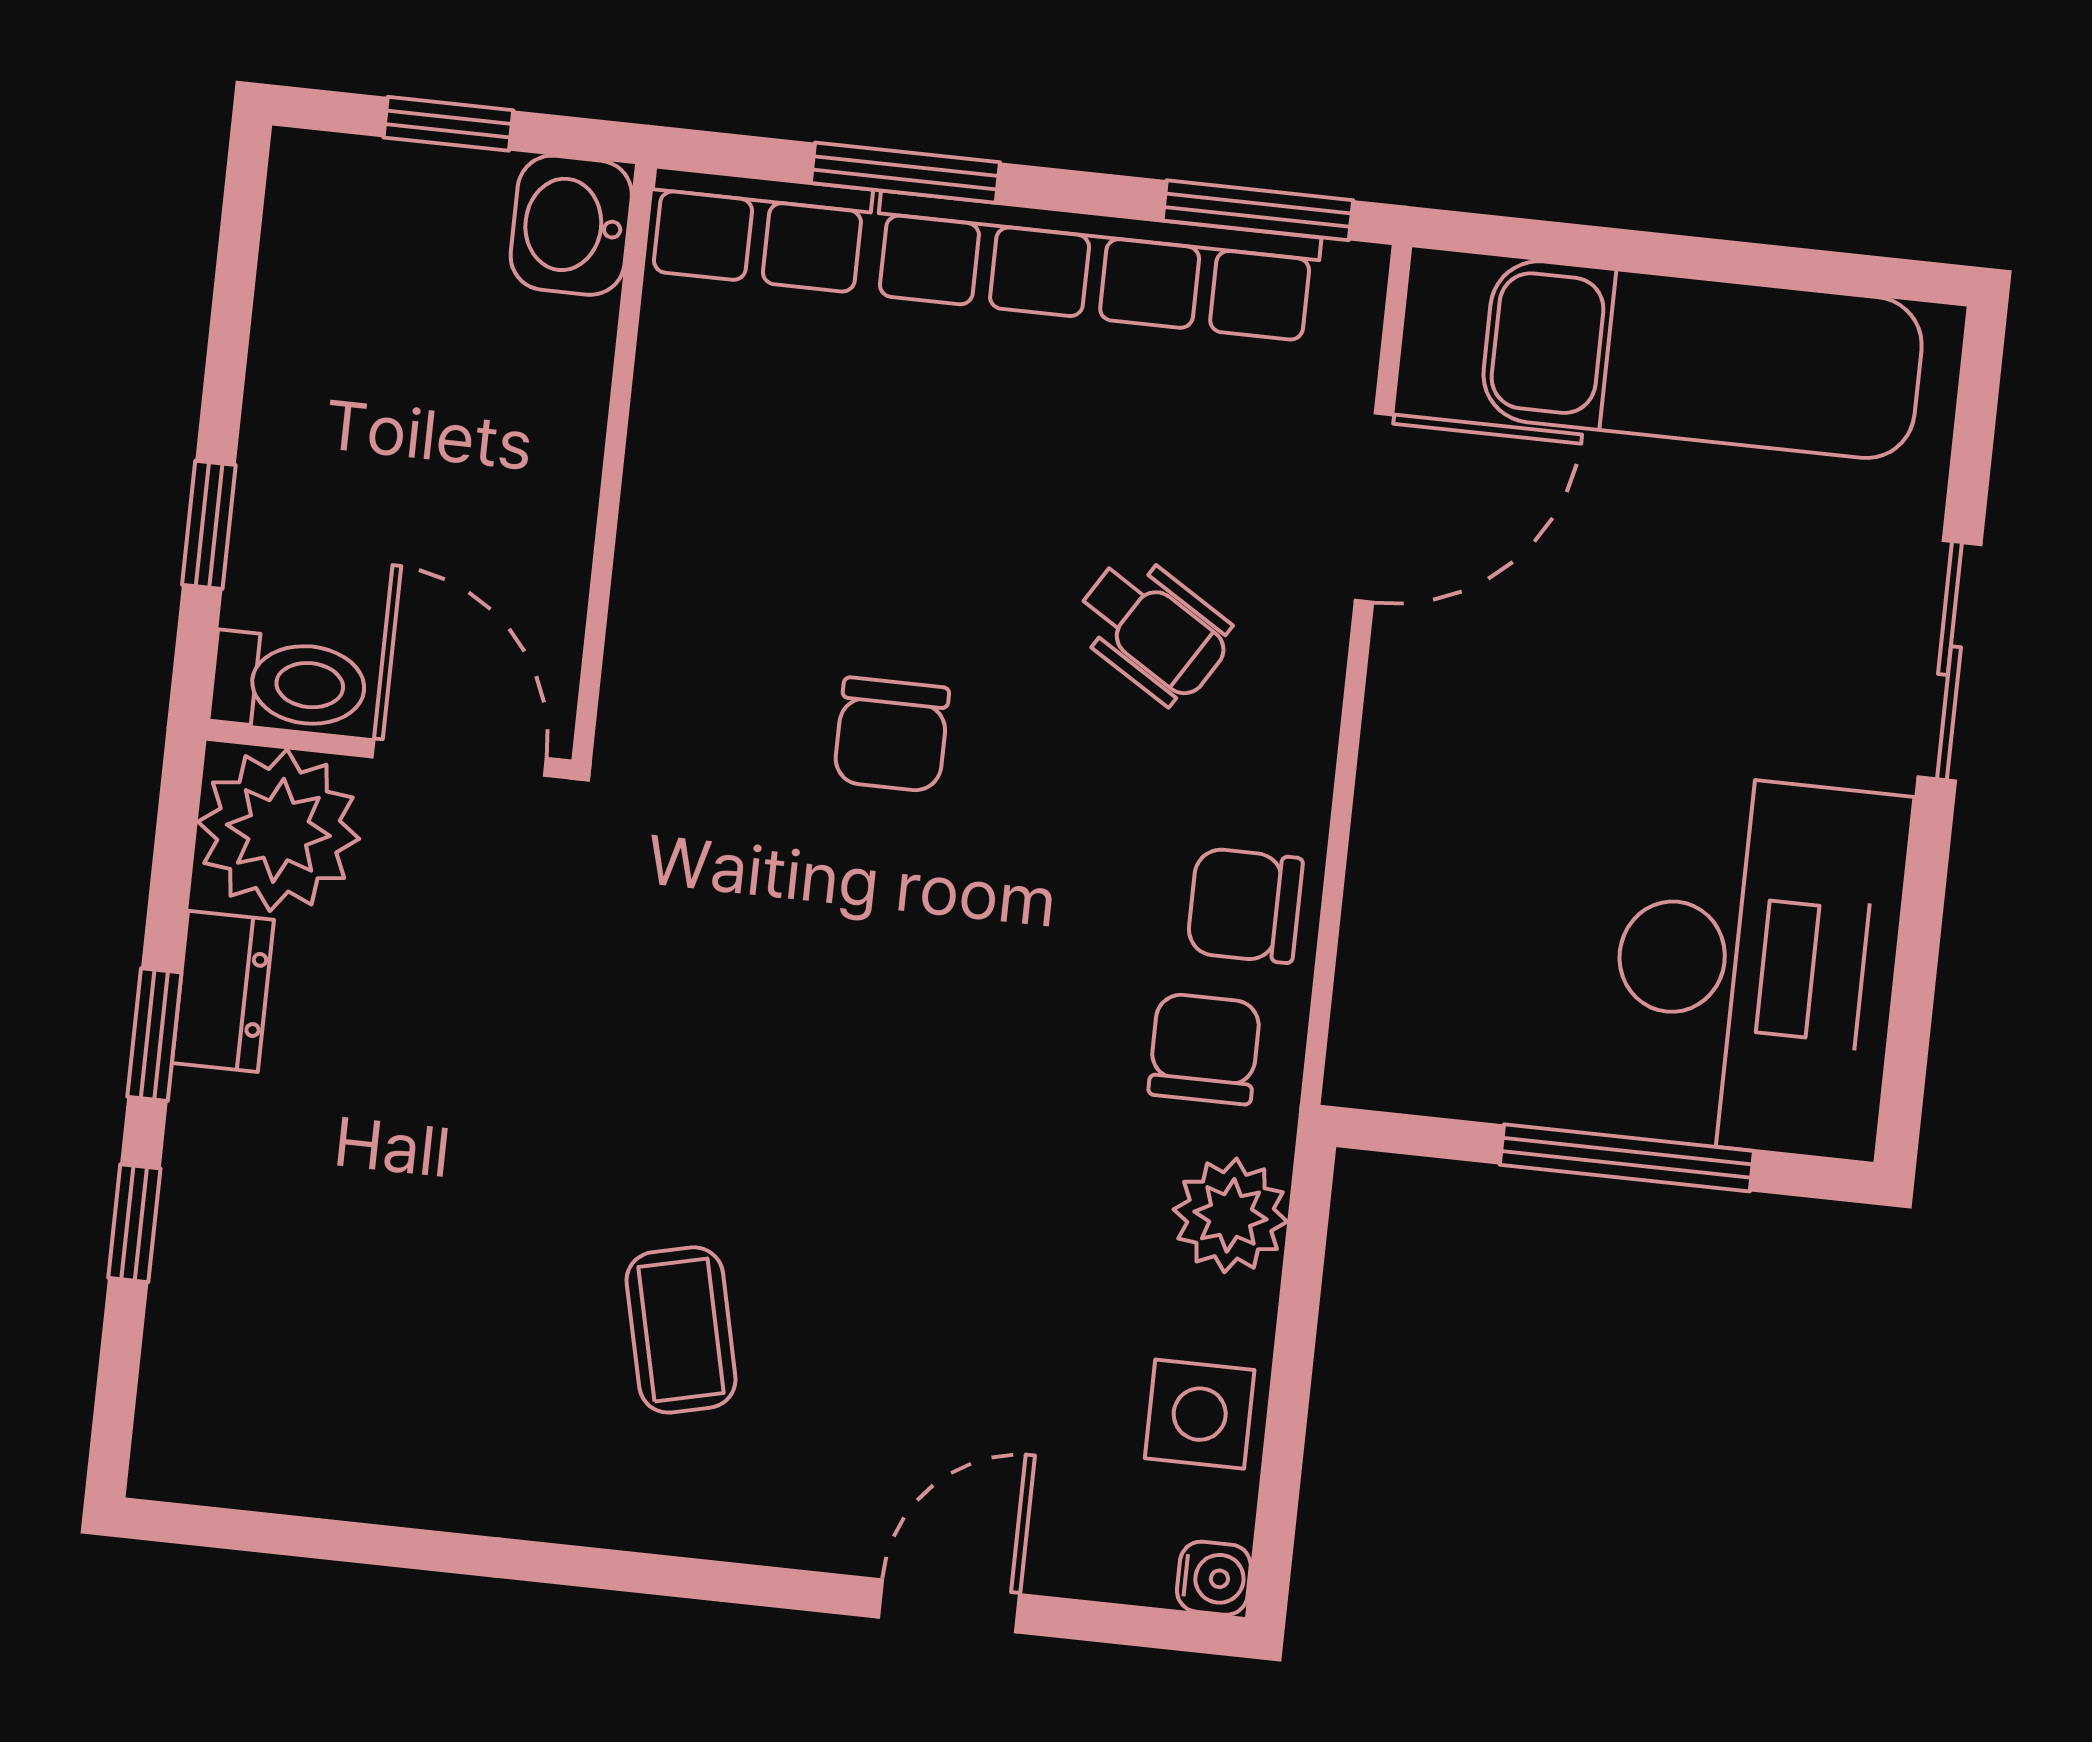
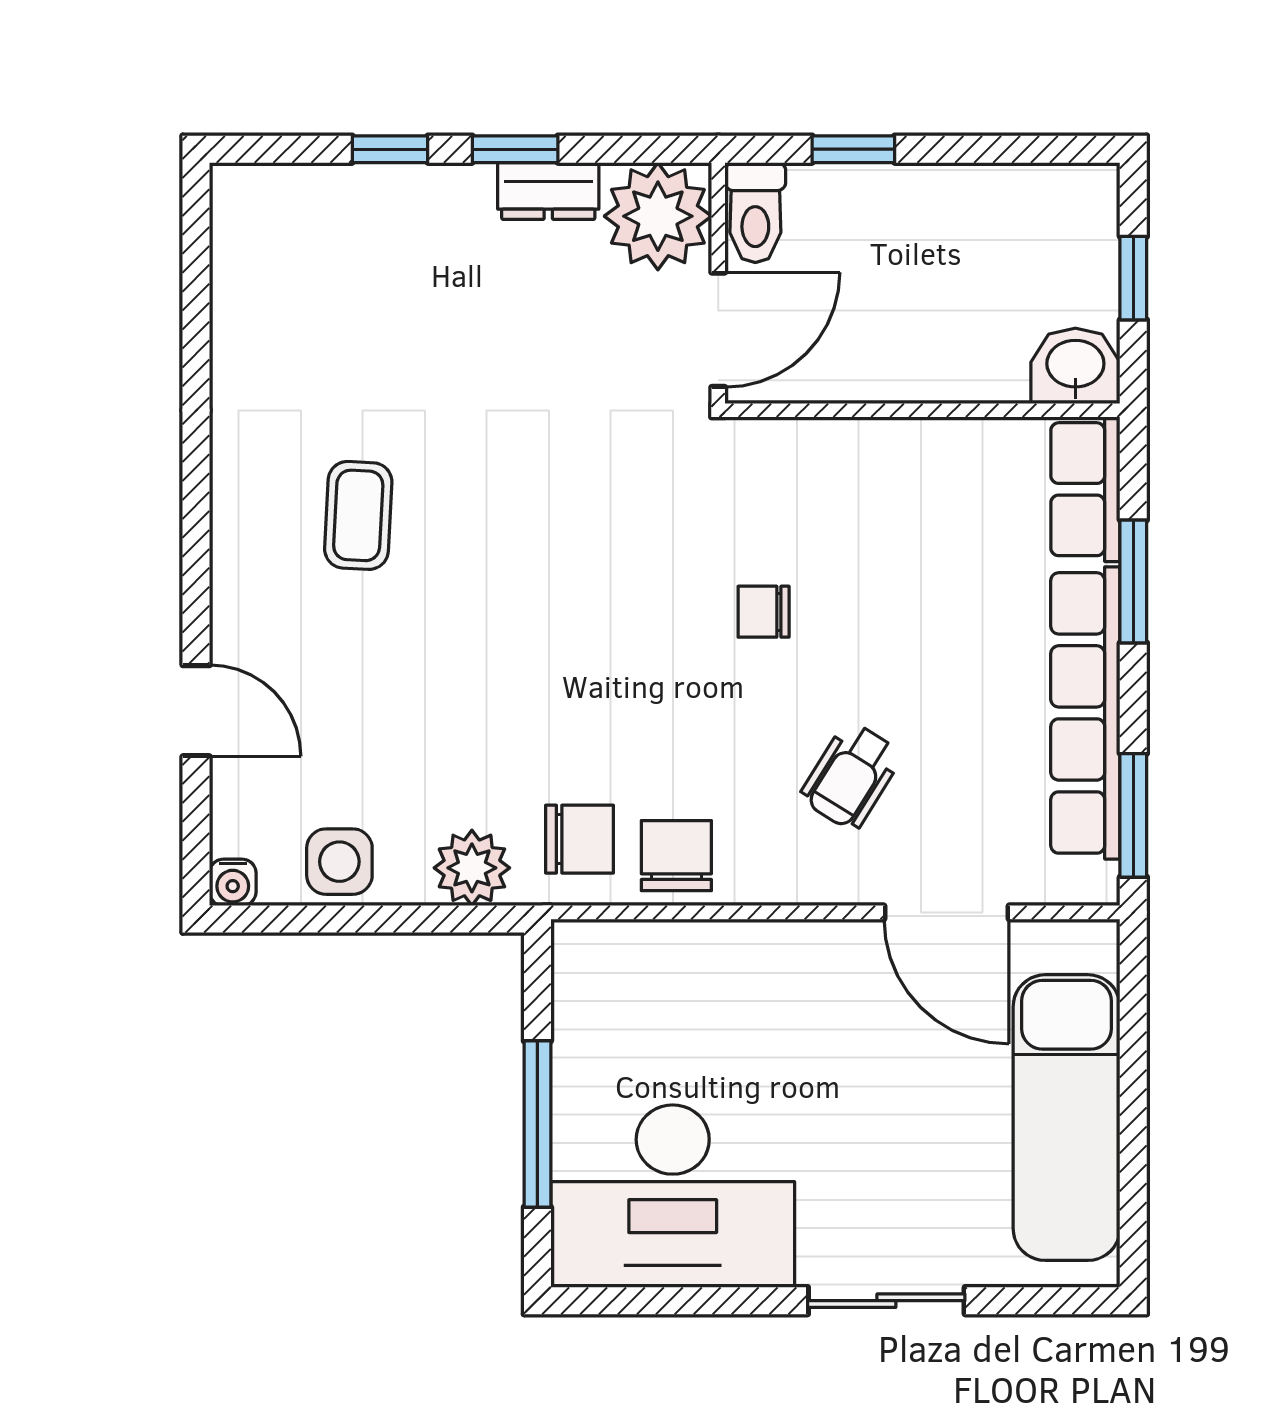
chair: (891, 735) -> (764, 612), width x0.73, depth x0.73
coffee table: (681, 1330) -> (358, 515), turned -74

